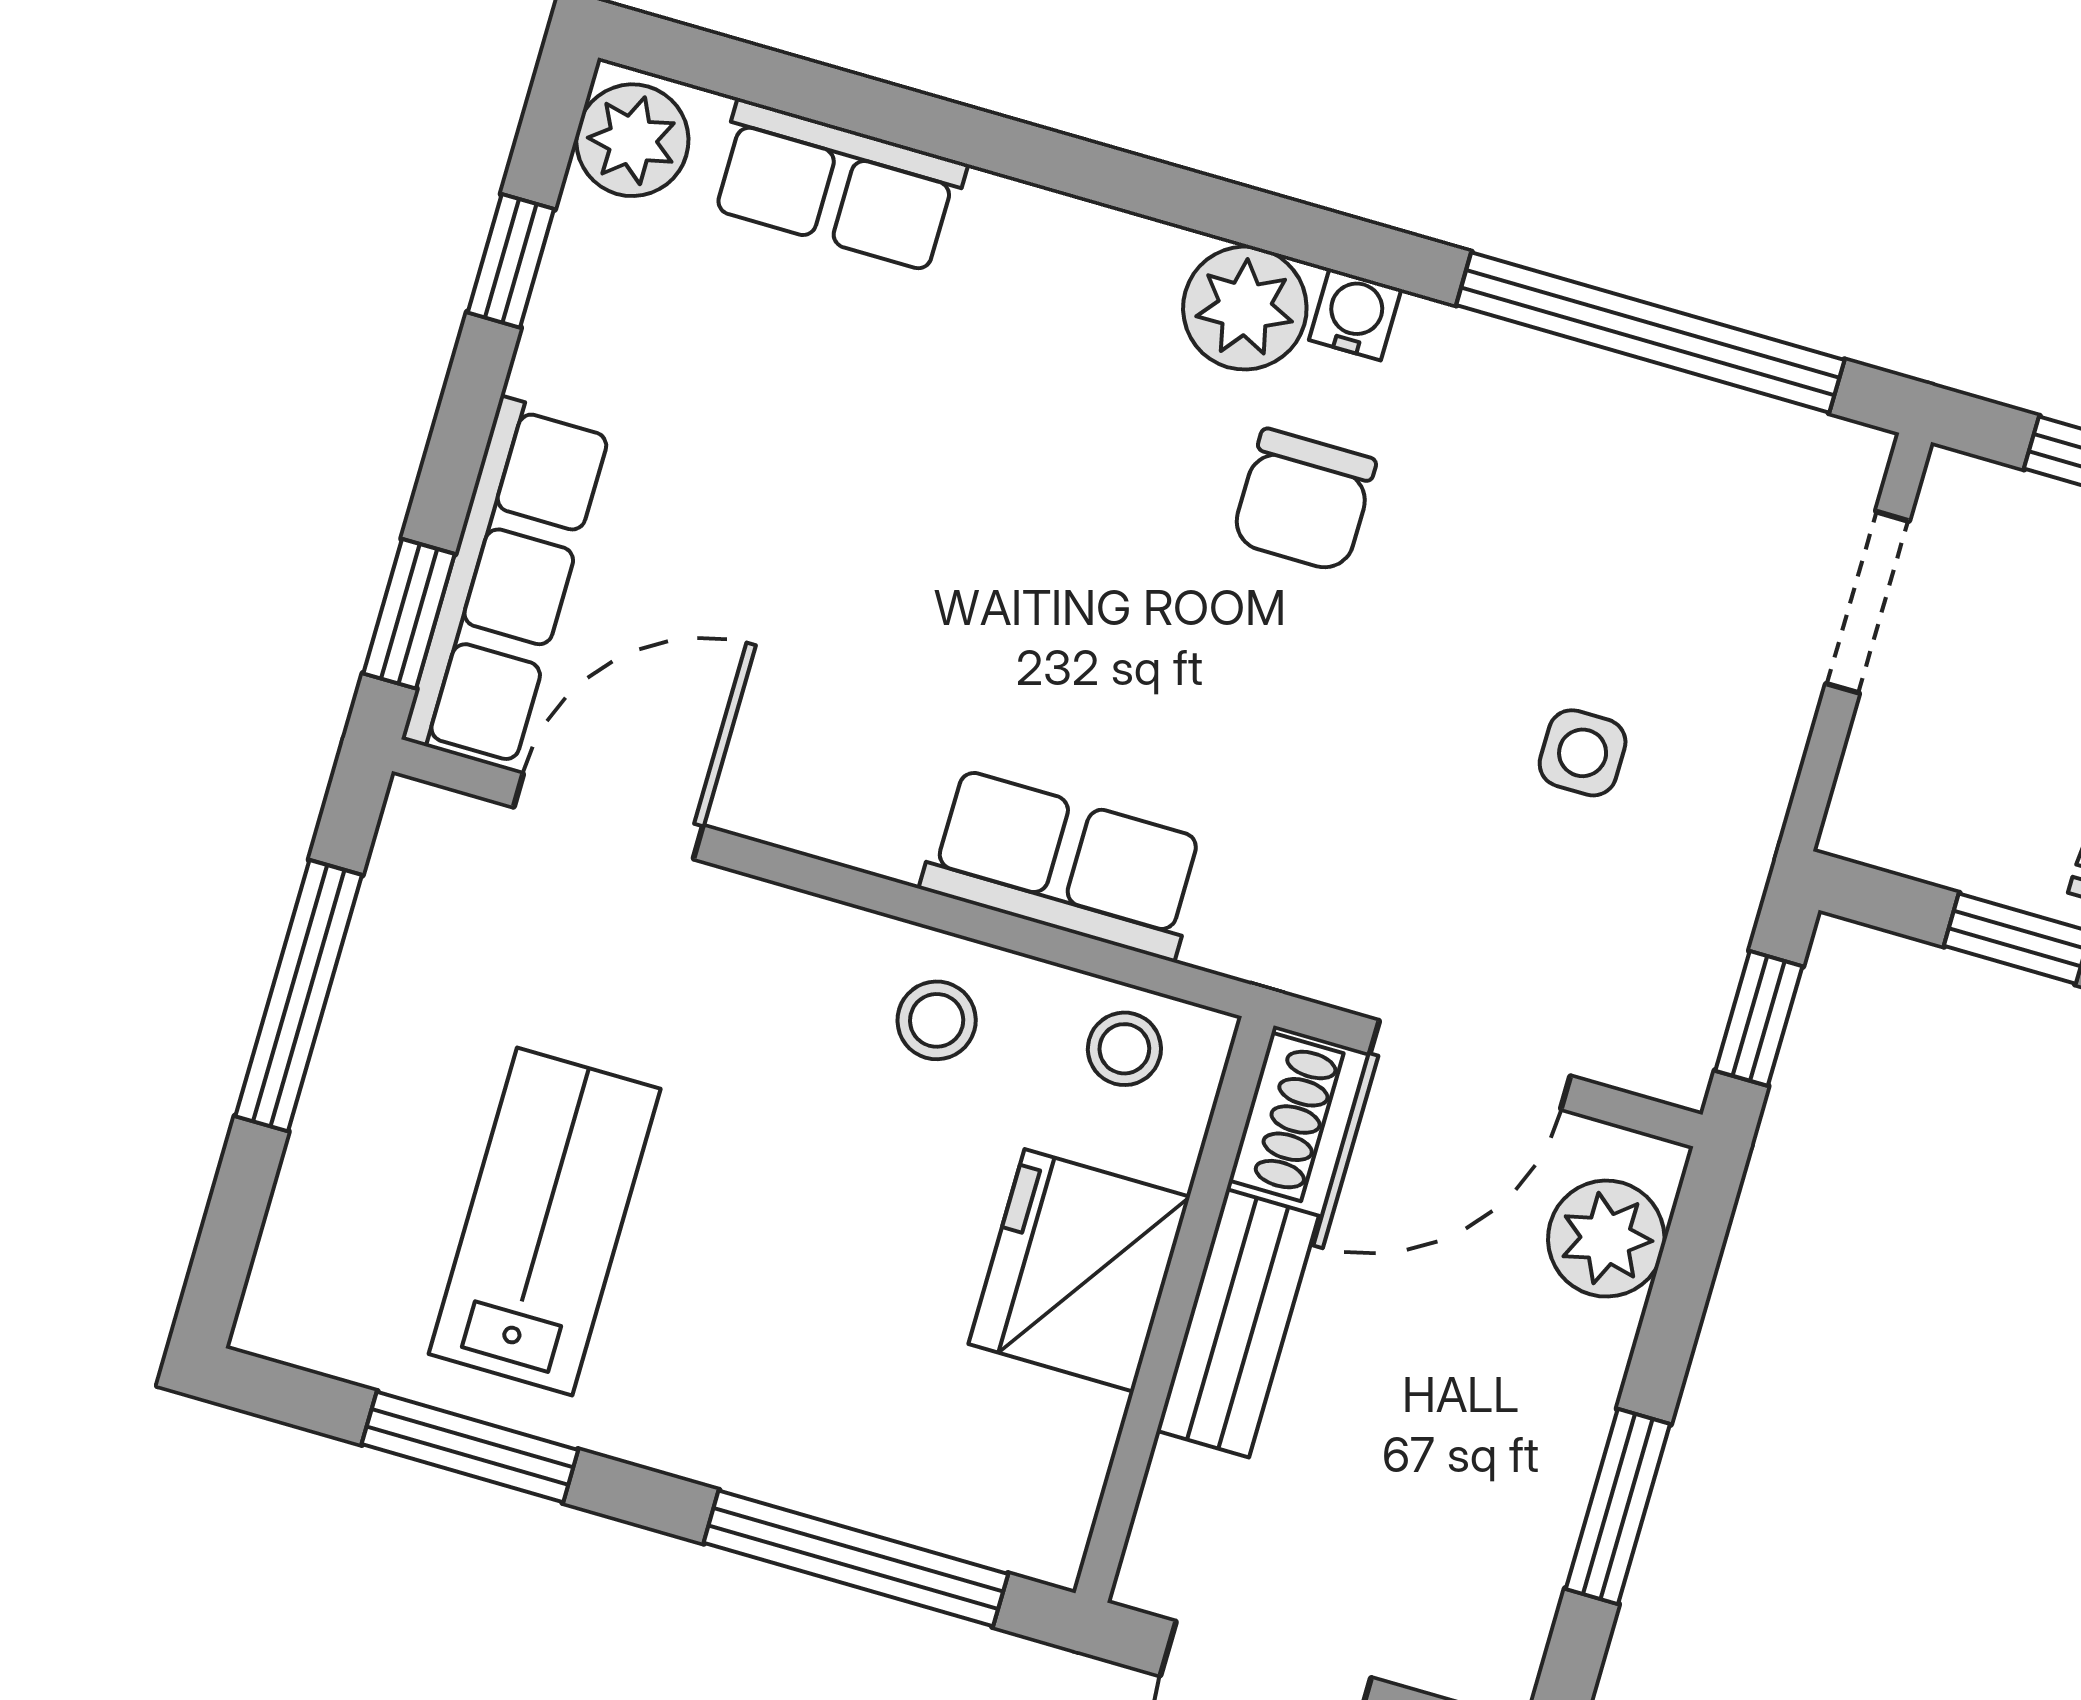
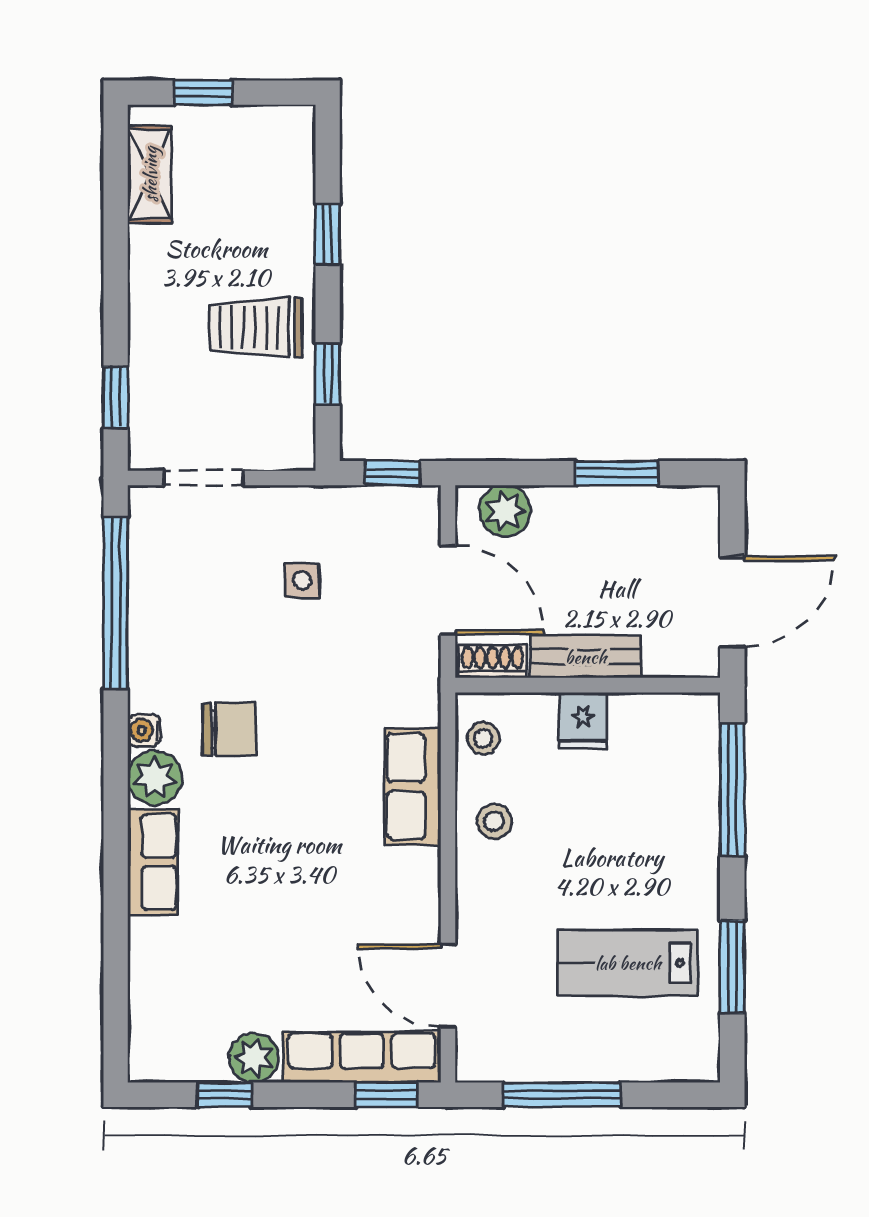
plant: (632, 140) -> (254, 1058), moved
row of seats: (837, 186) -> (153, 862), moved
fridge: (1079, 1270) -> (583, 721), width x0.53, depth x0.75

